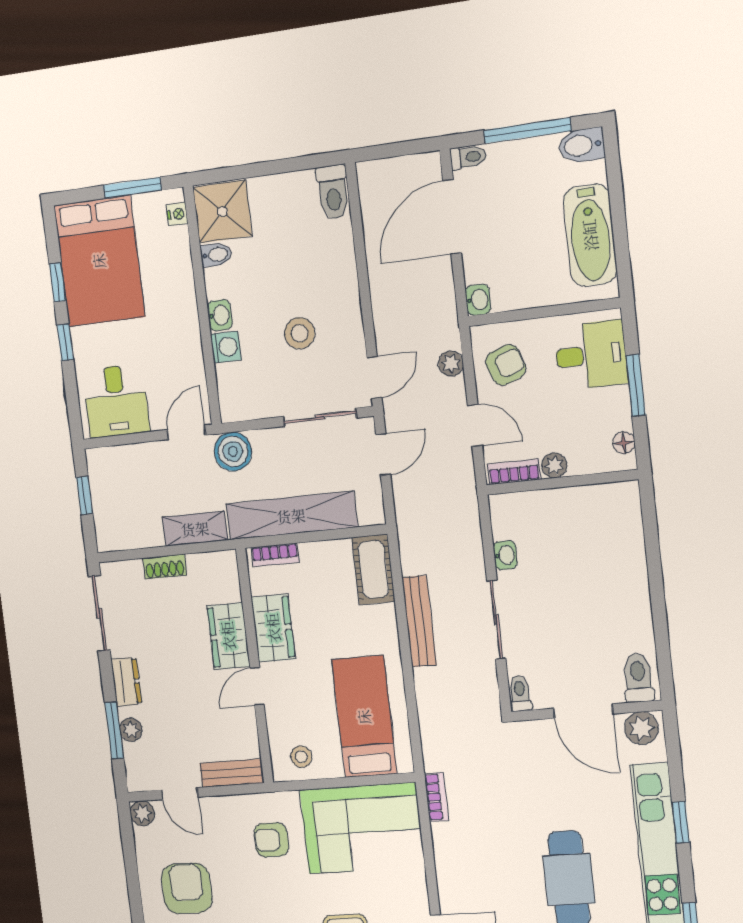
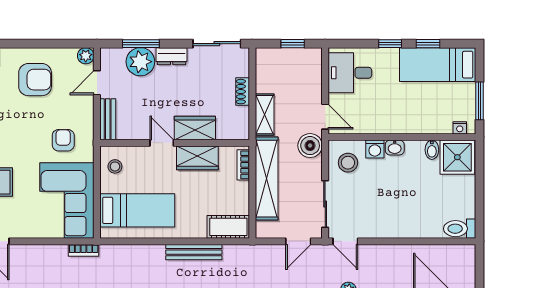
bed: (99, 261) -> (438, 65), width x0.67
stool: (300, 333) -> (348, 163), moved
door: (383, 454) -> (298, 241), hinge flipped
plant: (131, 730) -> (140, 62), width x1.88, depth x1.88

